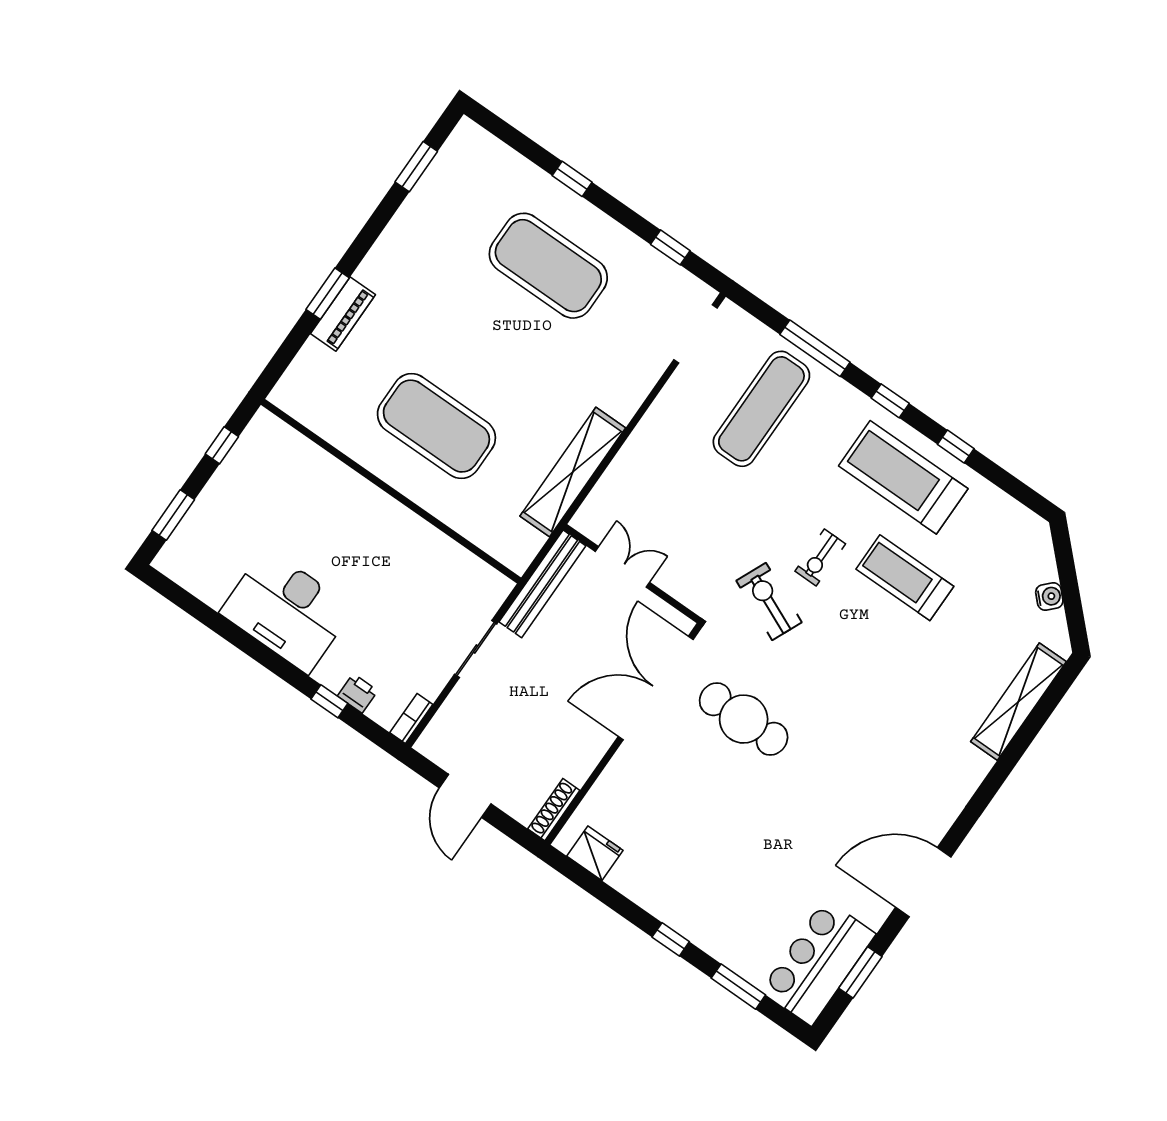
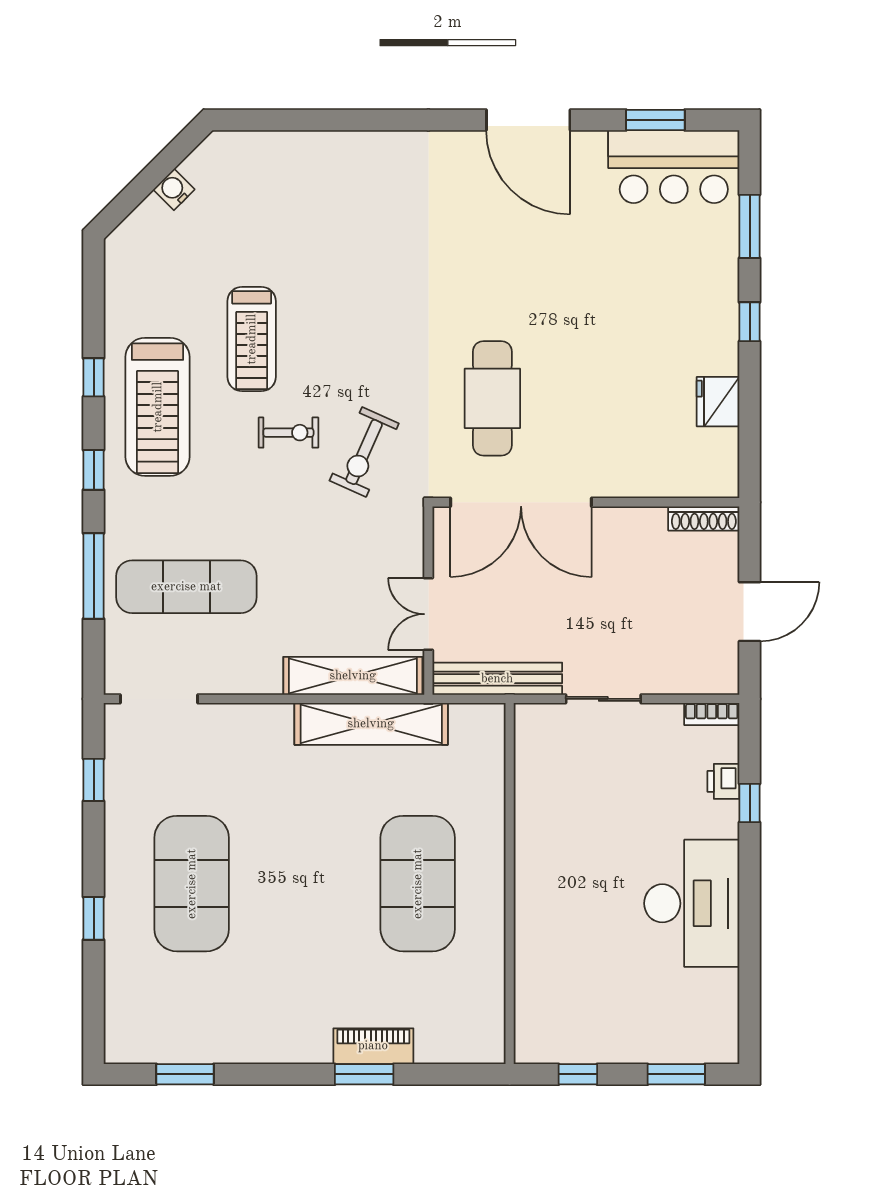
shelving: (1018, 702) -> (353, 676), moved
fridge: (595, 853) -> (718, 402), moved

